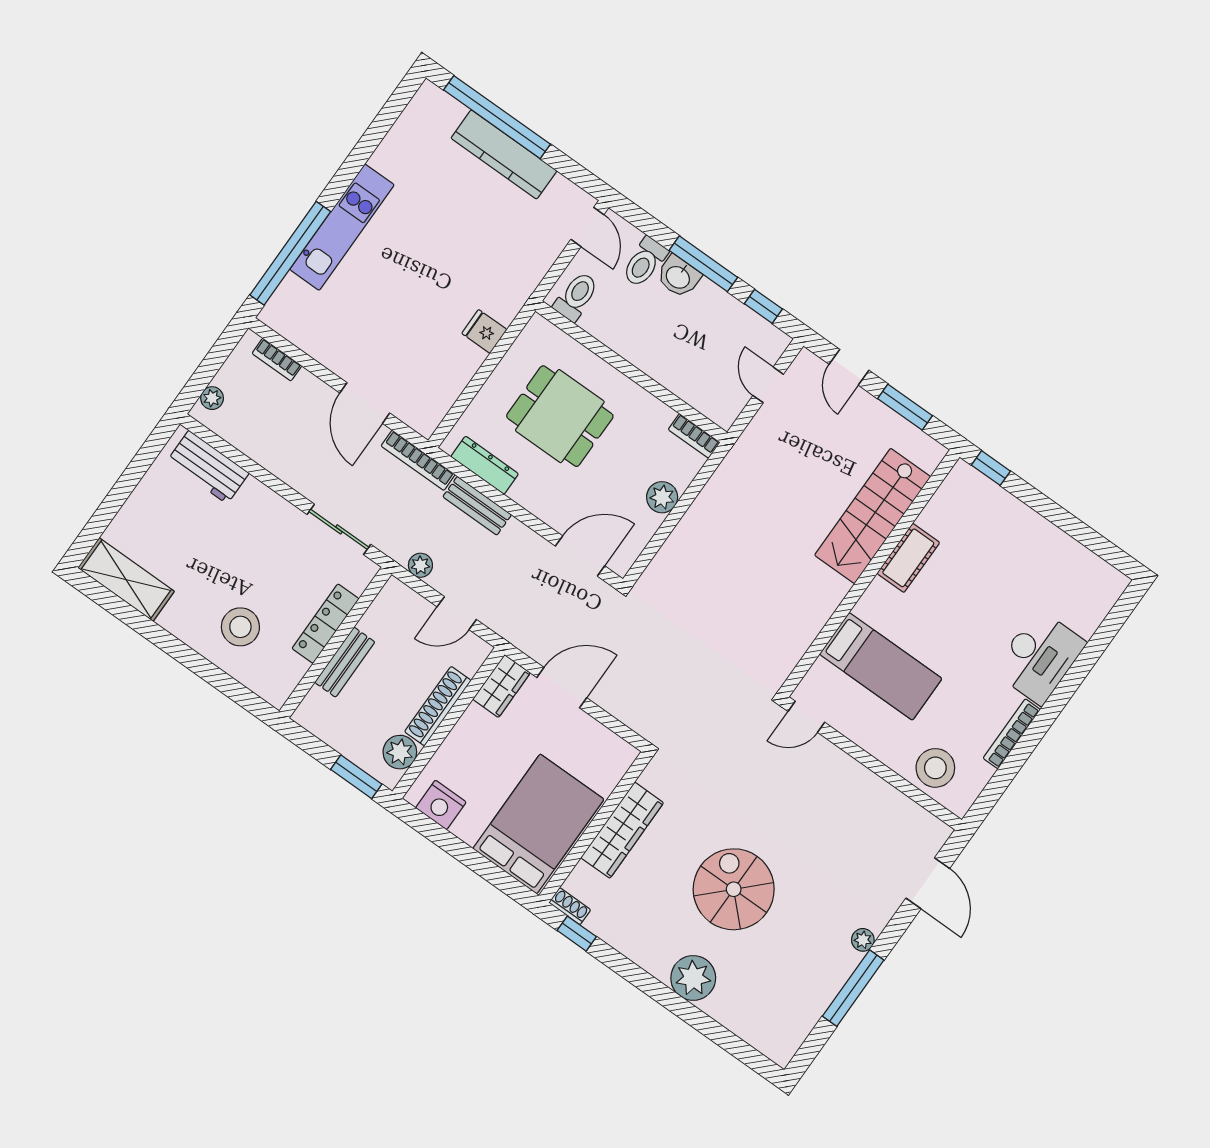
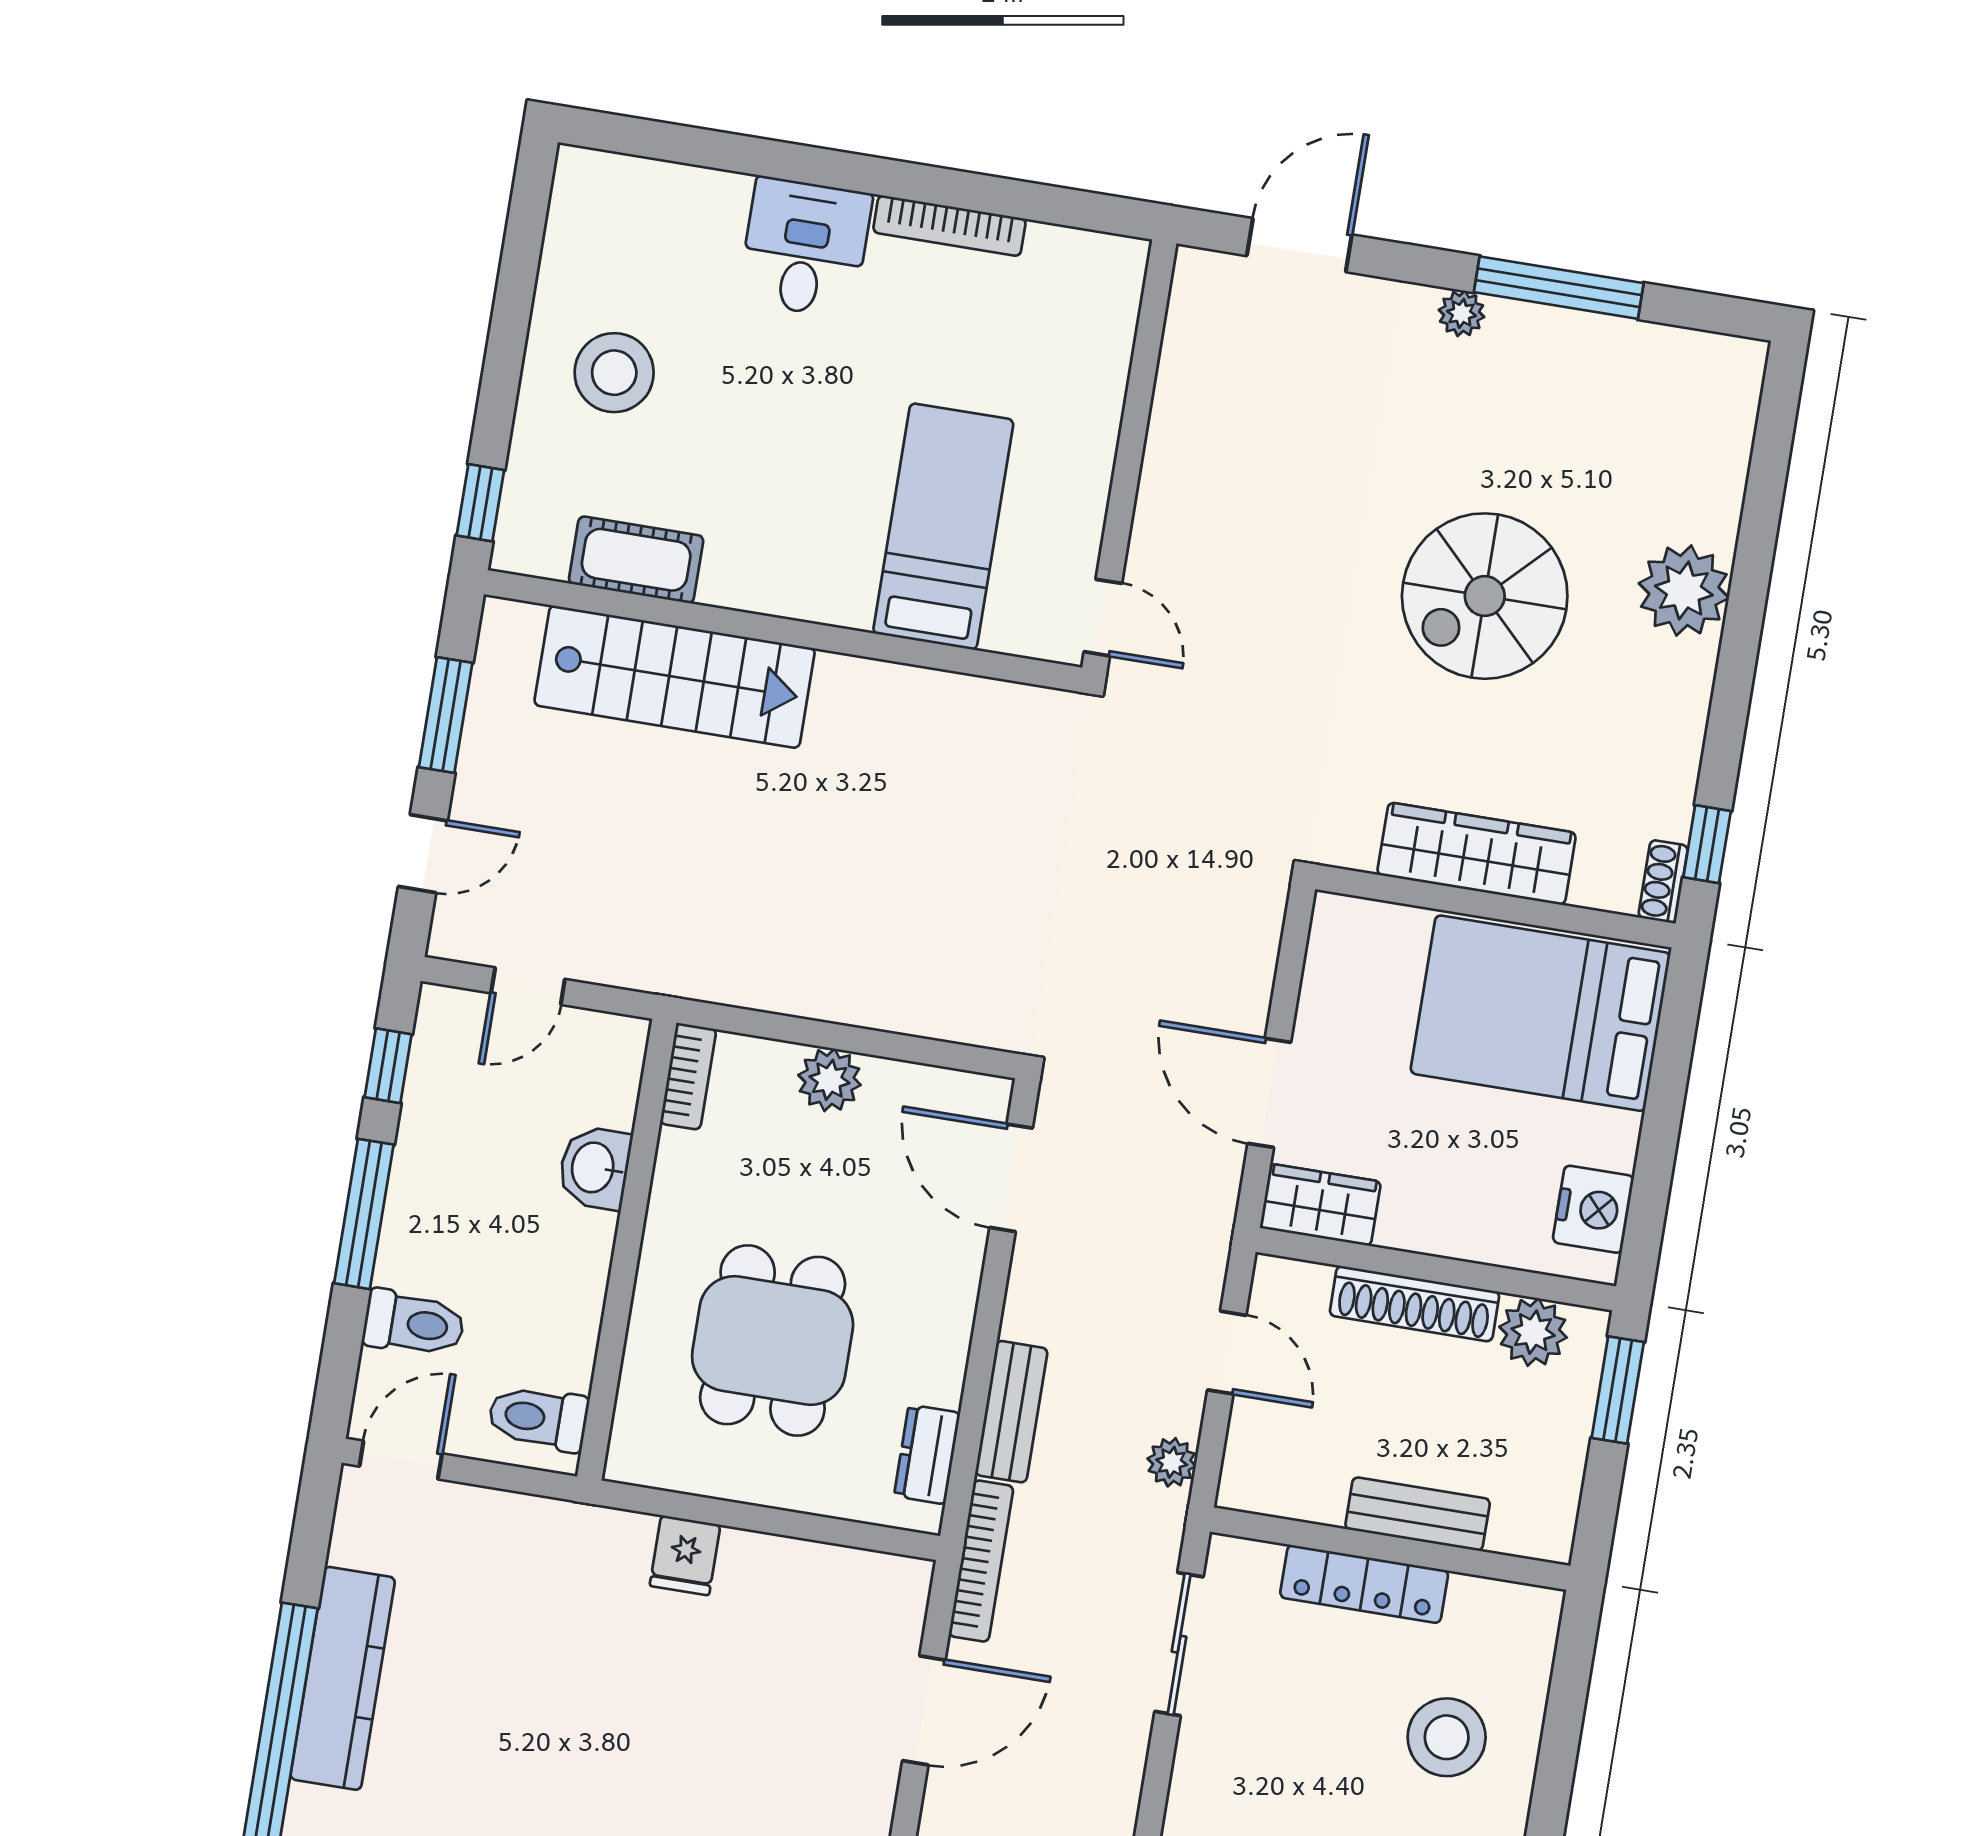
washbasin: (678, 277) -> (595, 1168), moved, turned 180
dresser: (485, 465) -> (927, 1454), width x0.70
cot: (908, 558) -> (636, 560), moved
desk: (1039, 657) -> (805, 247), width x0.73
stool: (935, 768) -> (614, 373), moved

